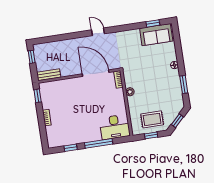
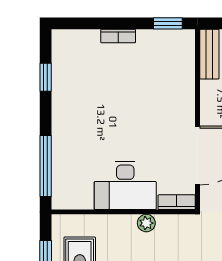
desk: (115, 127) -> (125, 185), moved, turned -90
window: (99, 143) -> (46, 166), moved

